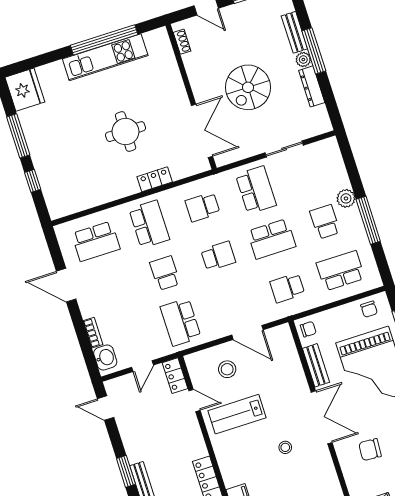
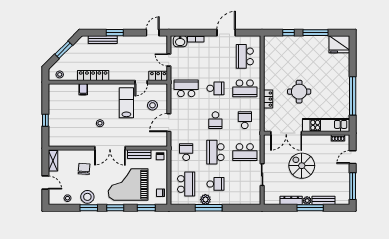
kitchen unit: (105, 57) -> (326, 125), moved, turned 90
plant: (346, 198) -> (205, 199), moved

